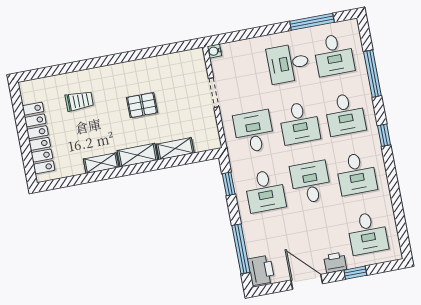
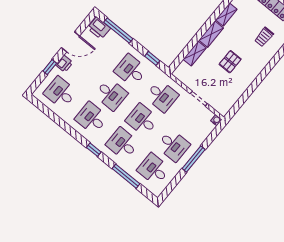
window: (312, 22) -> (194, 159), moved
desk: (288, 63) -> (173, 145), turned 90

